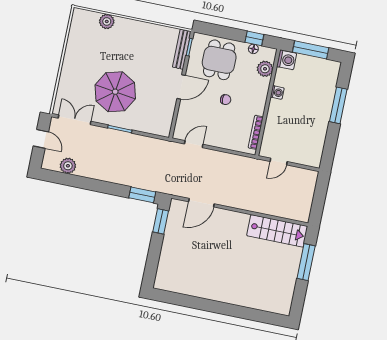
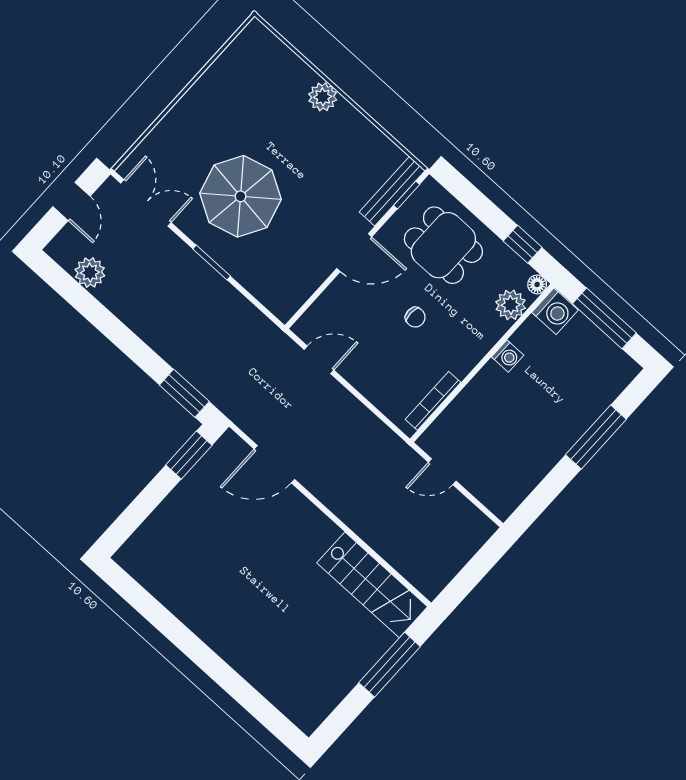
plant: (107, 21) -> (323, 97), moved
floor lamp: (253, 49) -> (537, 284), moved
dining table: (219, 60) -> (443, 245), turned 90

